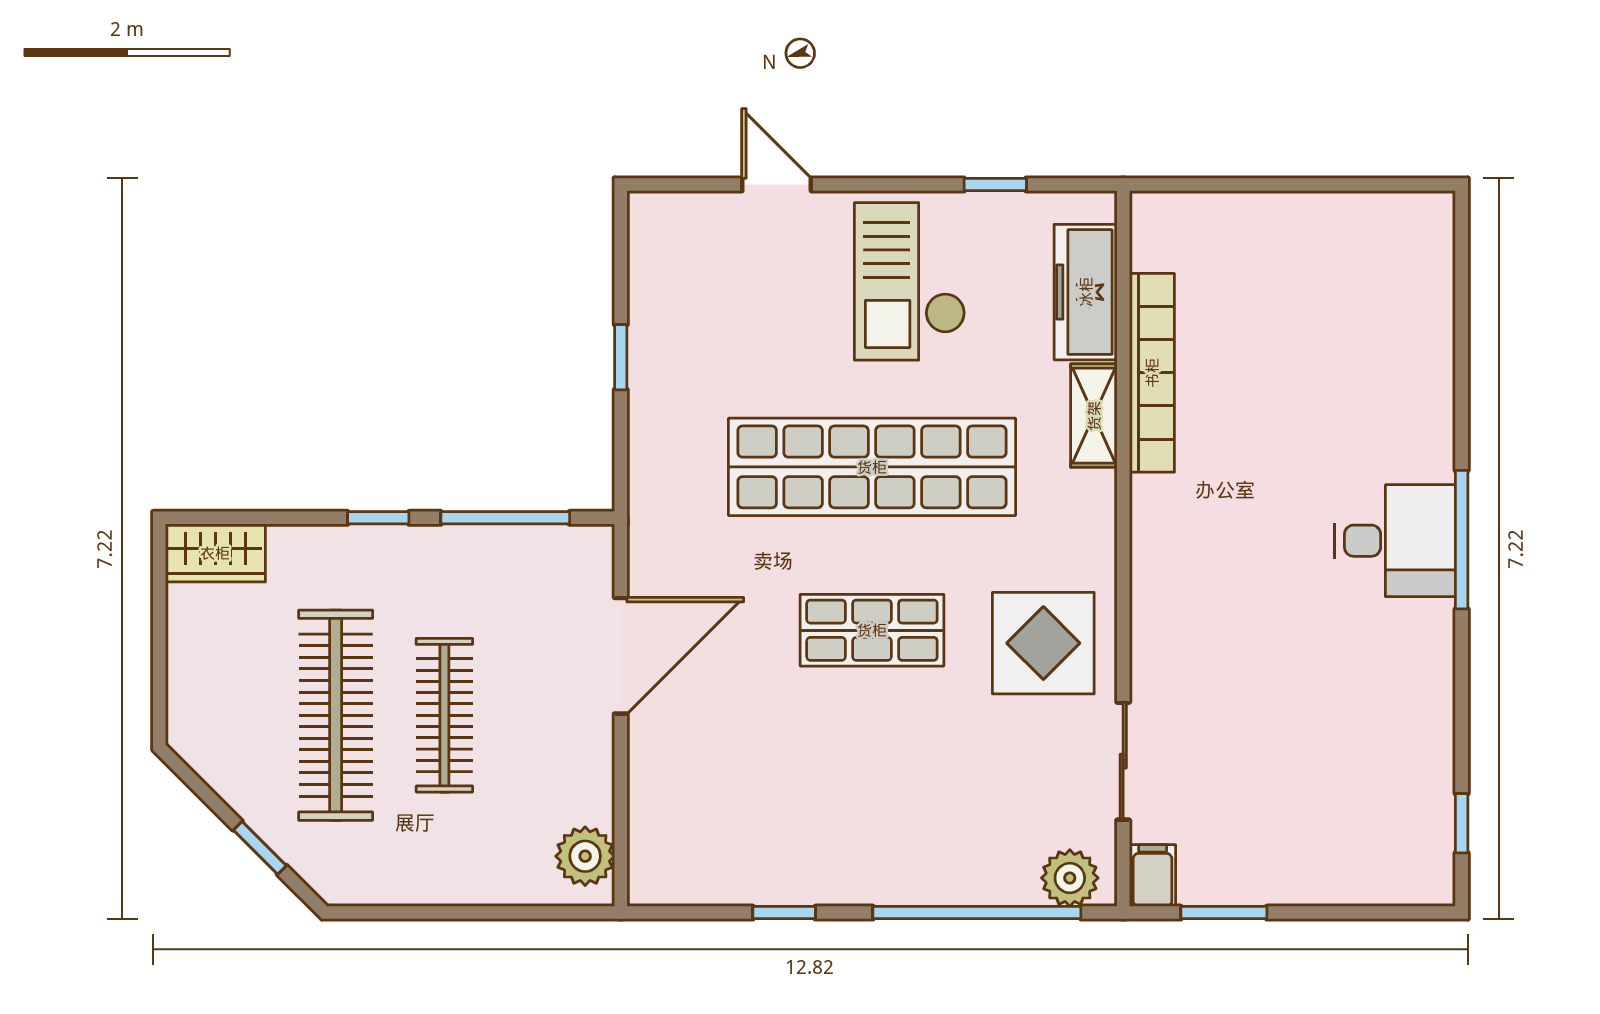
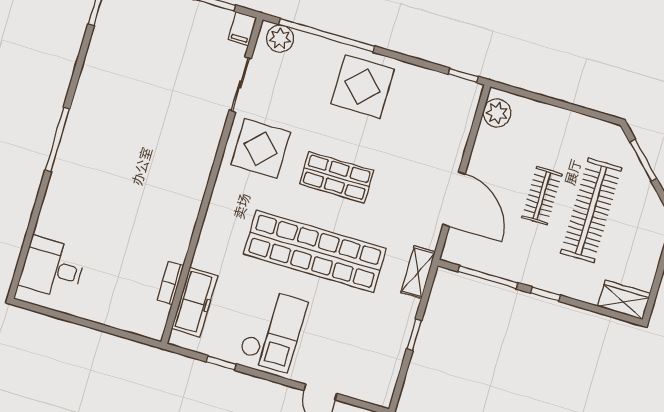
bookcase: (1152, 373) -> (170, 283), width x0.43, depth x0.76
shelving: (1094, 416) -> (418, 272), moved
desk: (1395, 541) -> (52, 268), moved
door: (621, 656) -> (454, 199), swing flipped
clothes rail: (444, 715) -> (542, 196), width x0.73
display table: (874, 830) -> (363, 86), added
window: (260, 848) -> (643, 160), width x1.50
window: (784, 913) -> (463, 75), moved

